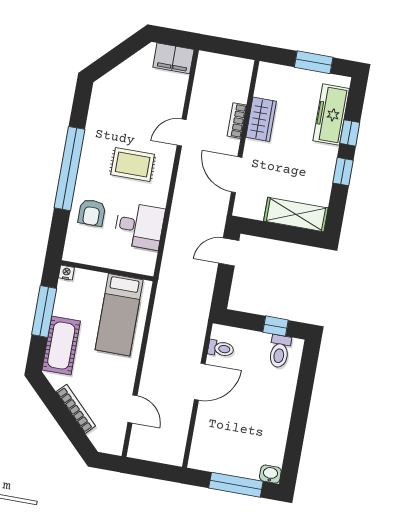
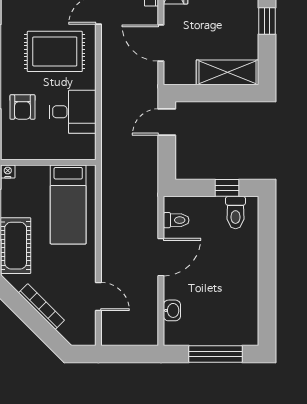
rug: (133, 165) -> (55, 51), width x1.36, depth x1.43
washbasin: (270, 474) -> (172, 310), moved, turned 90

